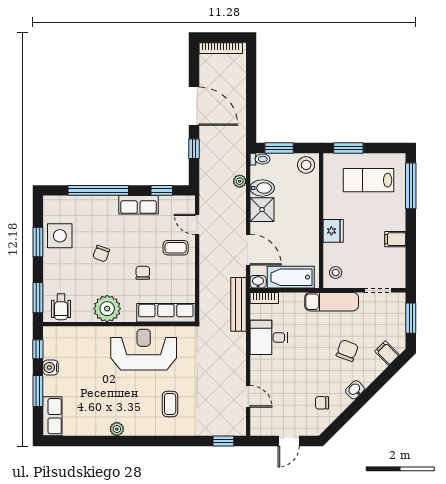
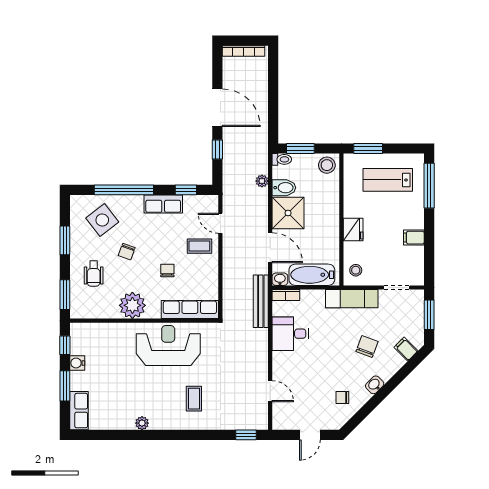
shower: (262, 210) -> (288, 213), width x1.36, depth x1.36
side table: (60, 236) -> (102, 220), moved, turned -38
wheelchair: (61, 307) -> (94, 274), moved

